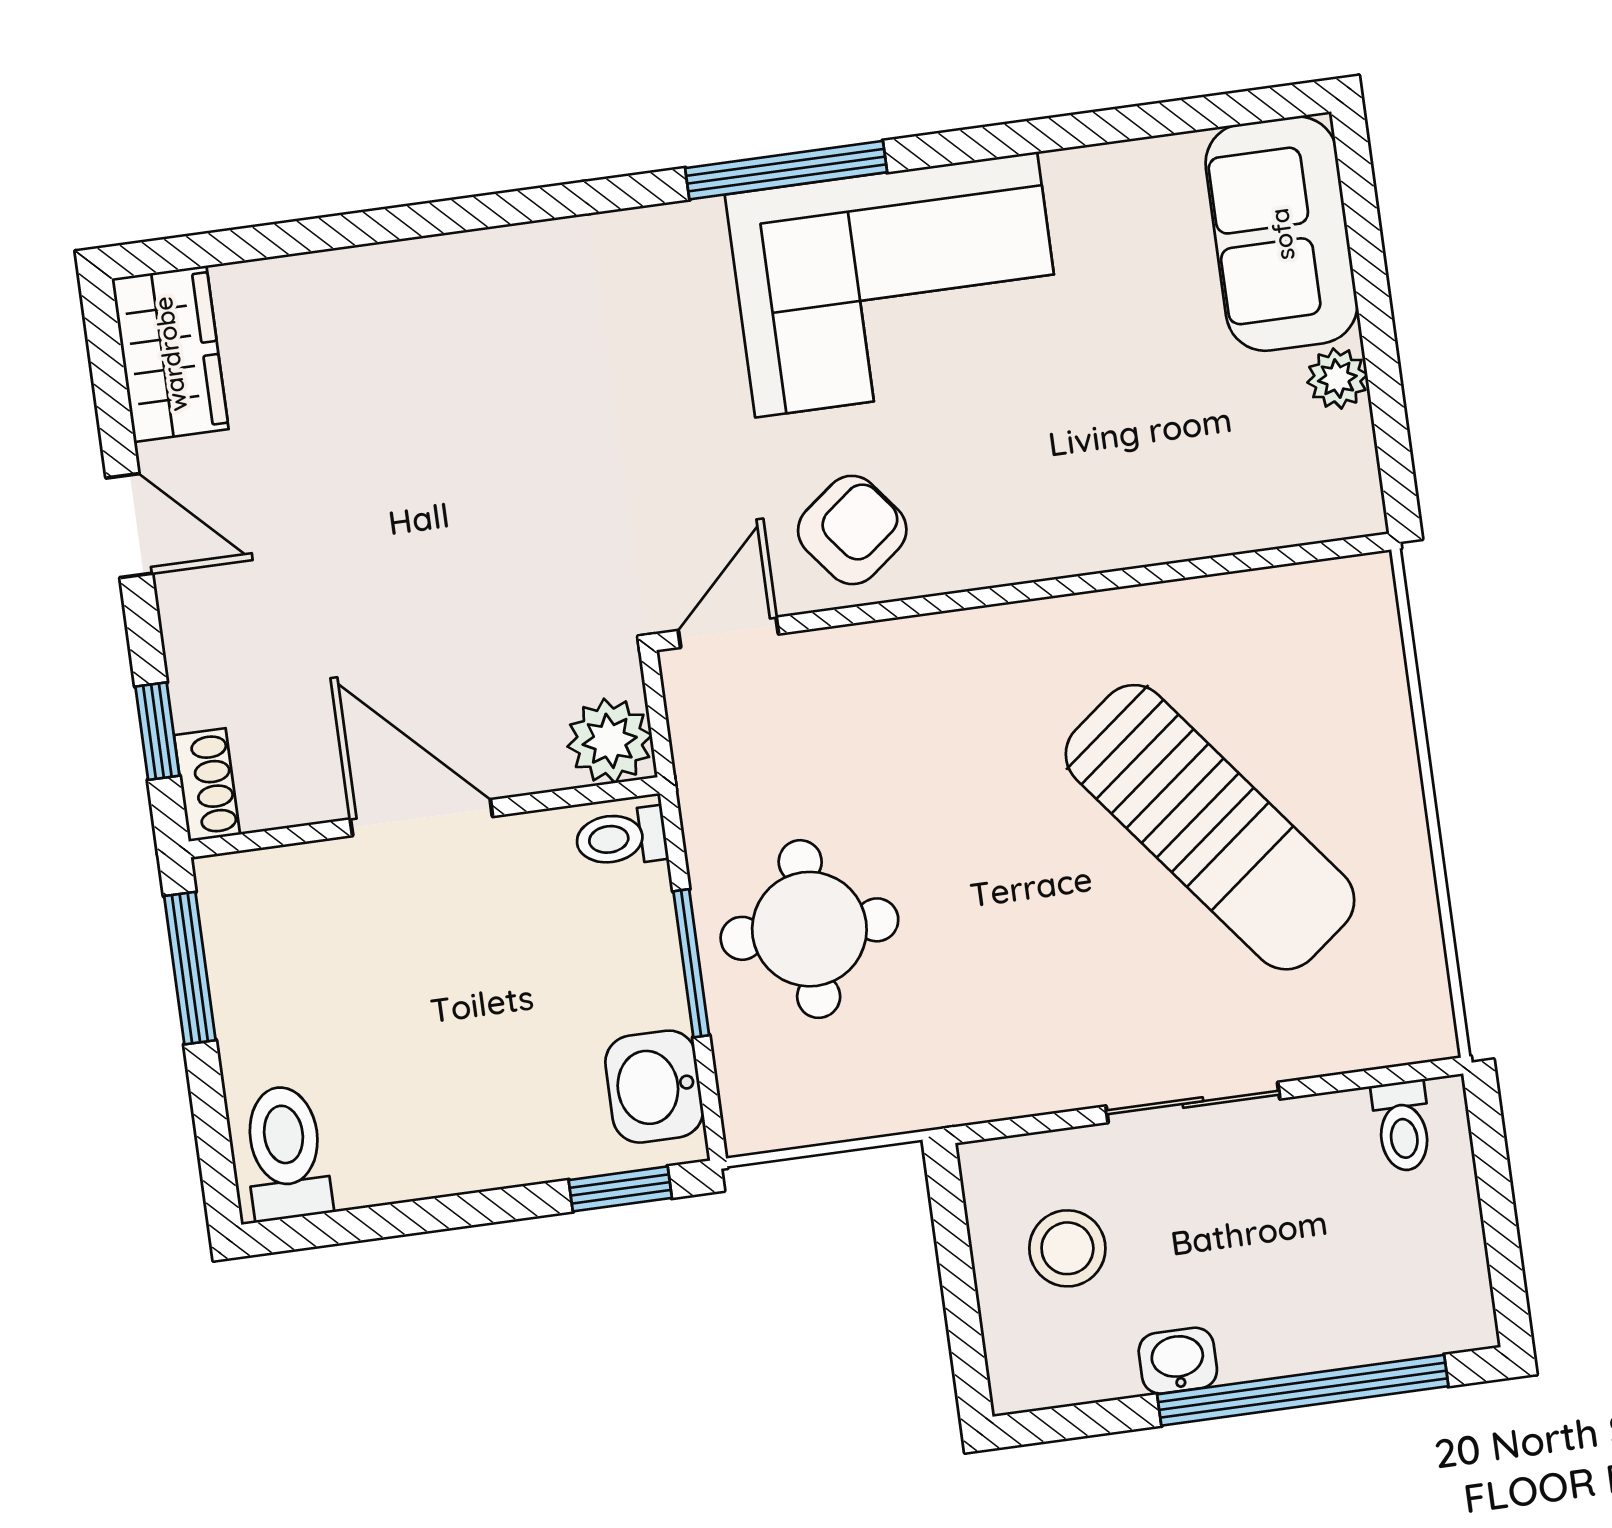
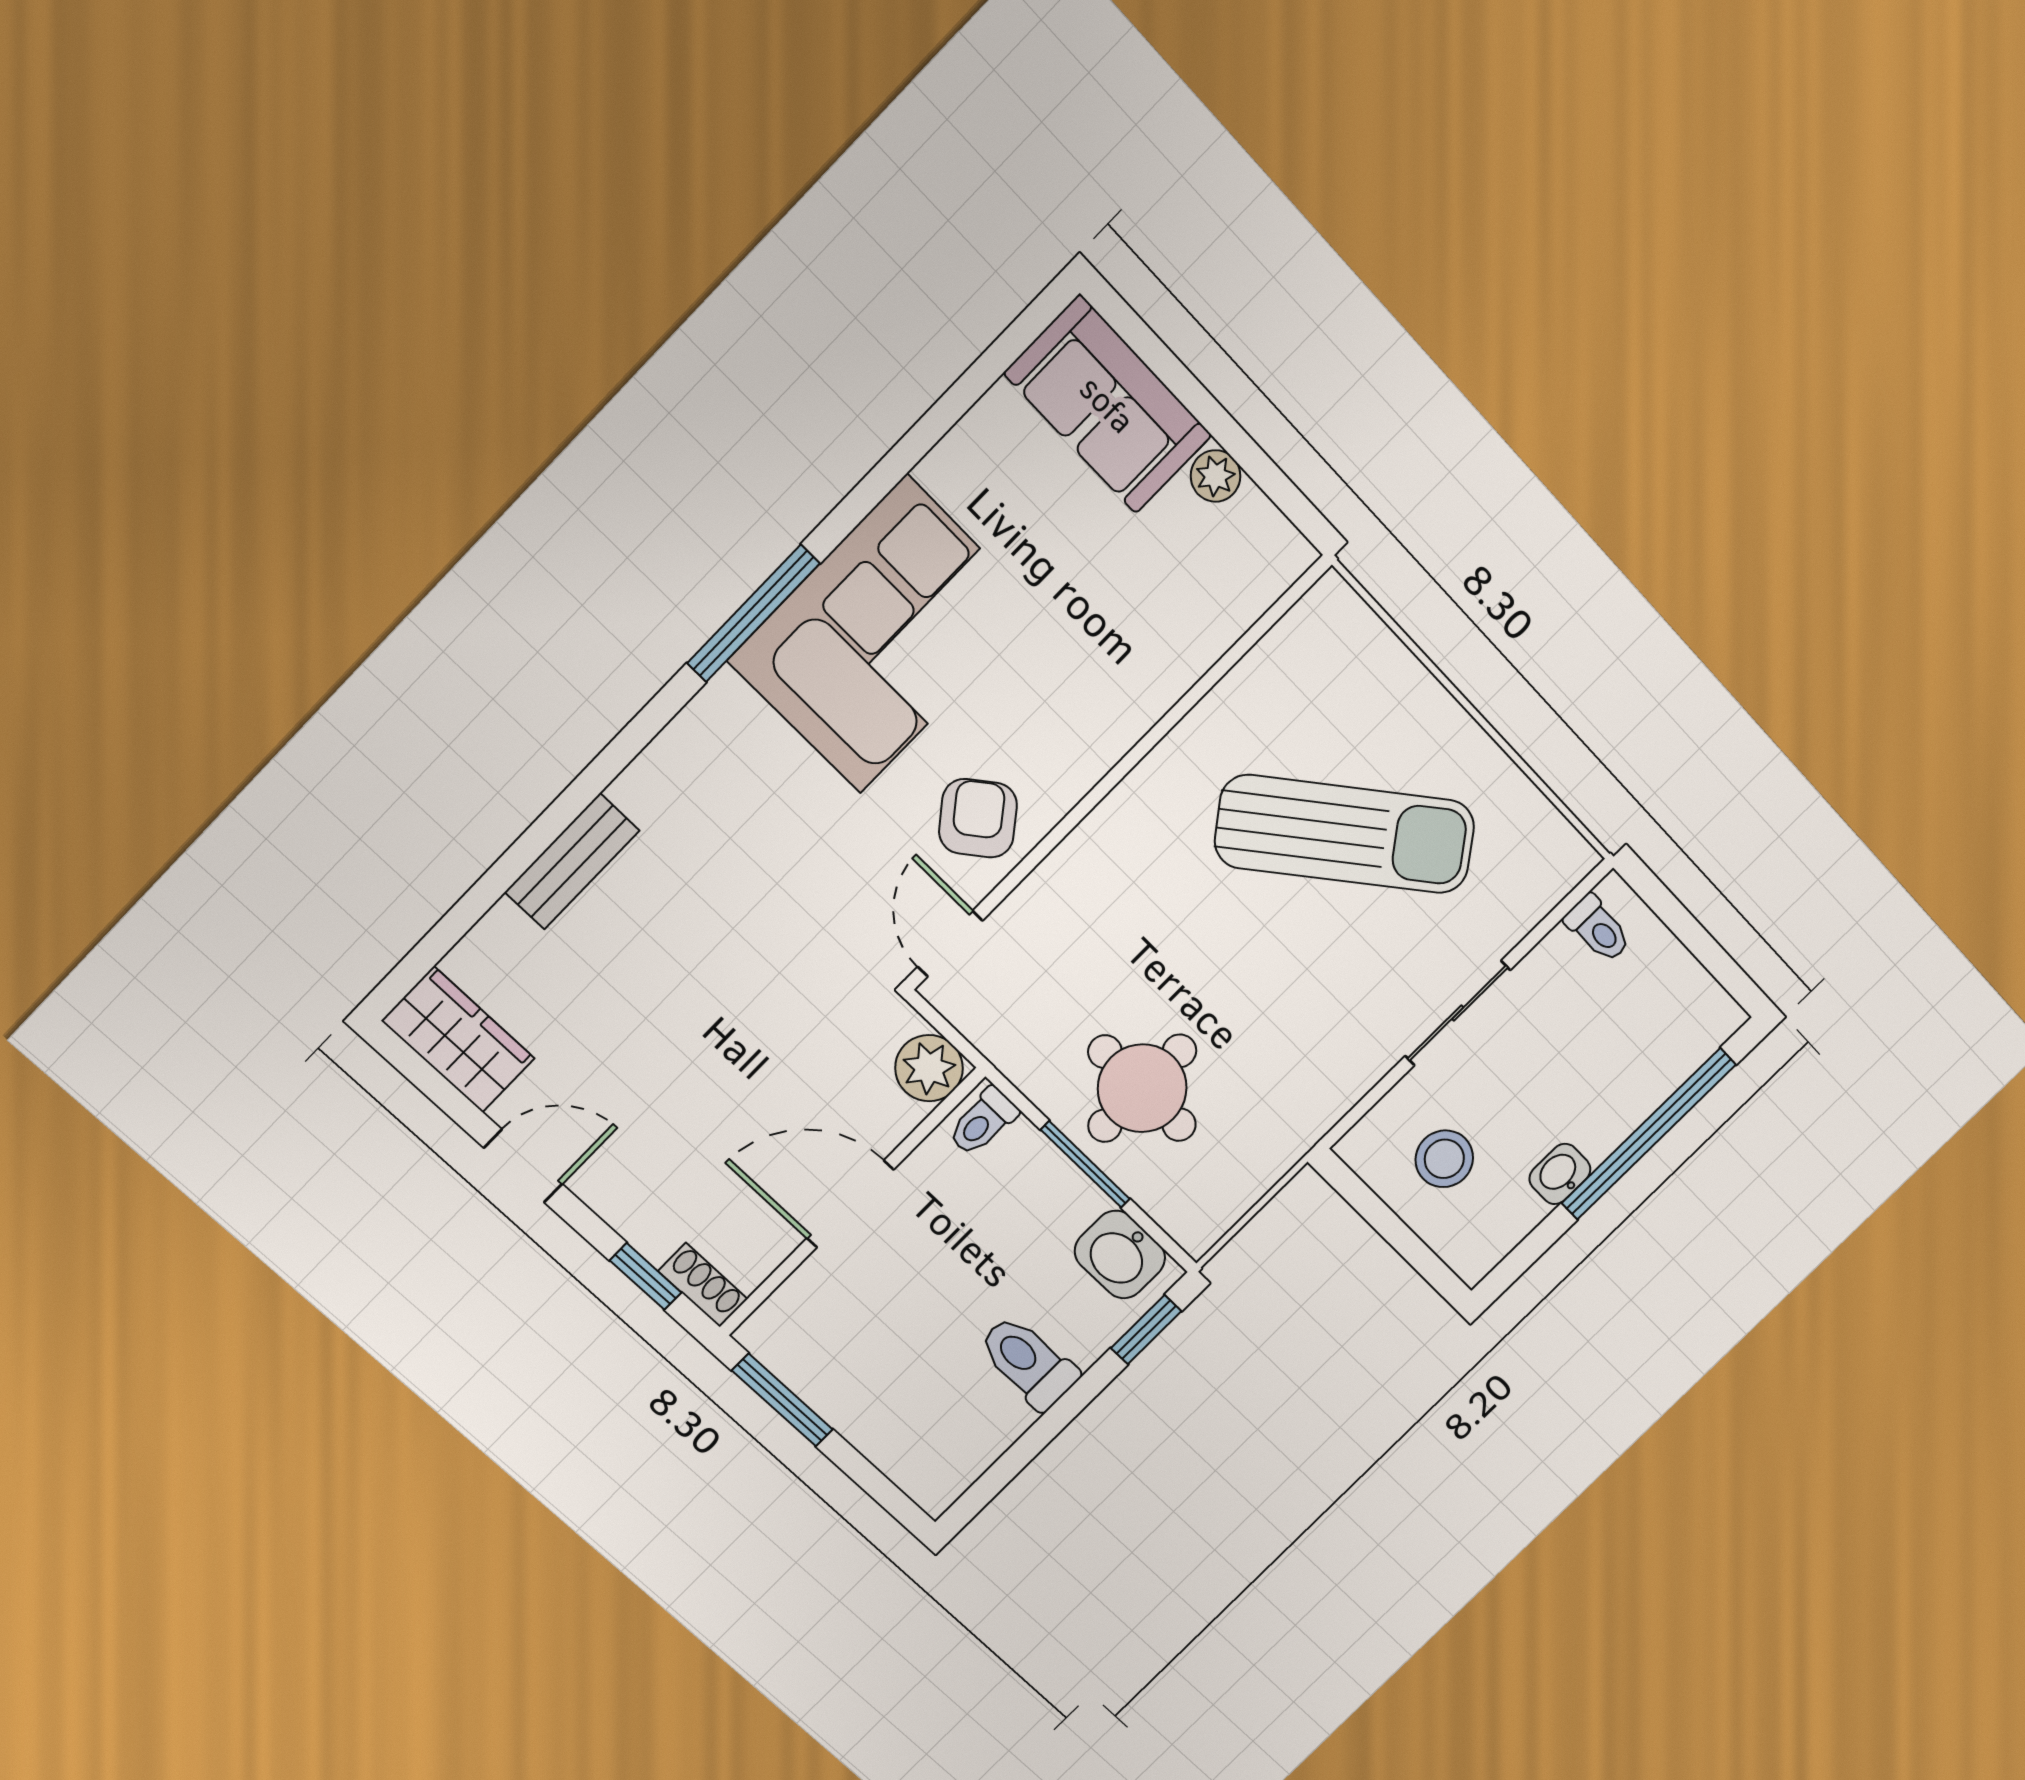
bench: (422, 269) -> (572, 861), added
toilet: (286, 1153) -> (1028, 1362), moved

